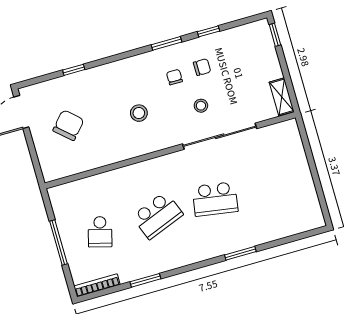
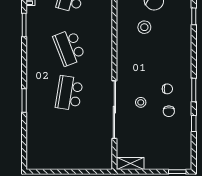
stool: (139, 113) -> (144, 27), moved

